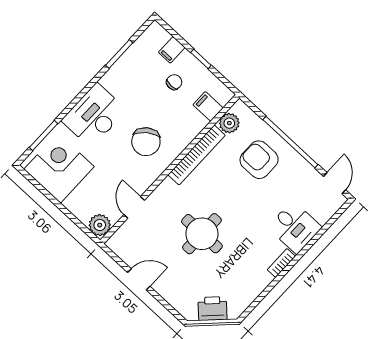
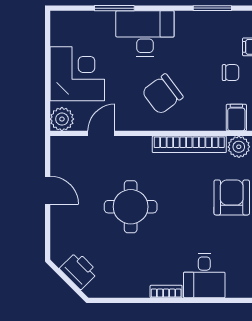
window: (43, 135) -> (114, 8), moved
corner desk: (59, 168) -> (77, 74), moved

